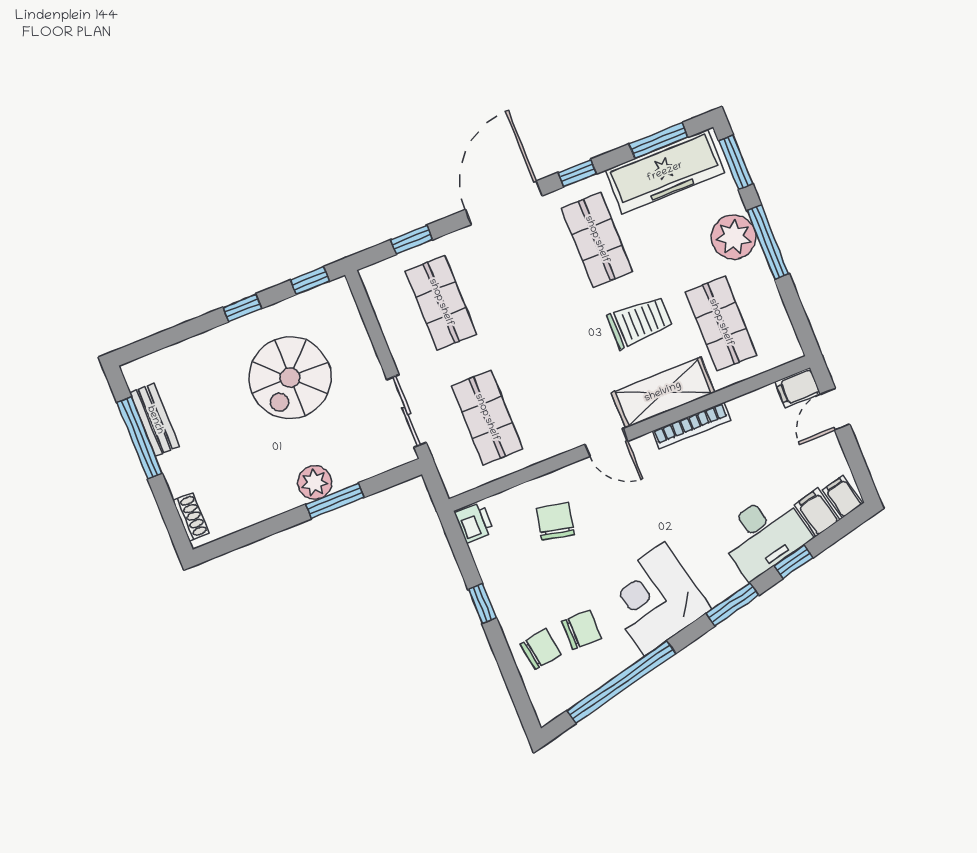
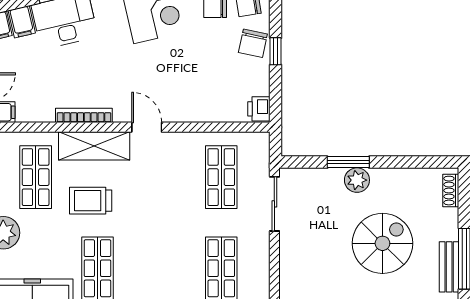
spiral stairs: (290, 378) -> (382, 243), moved
chair: (555, 521) -> (253, 43), moved

